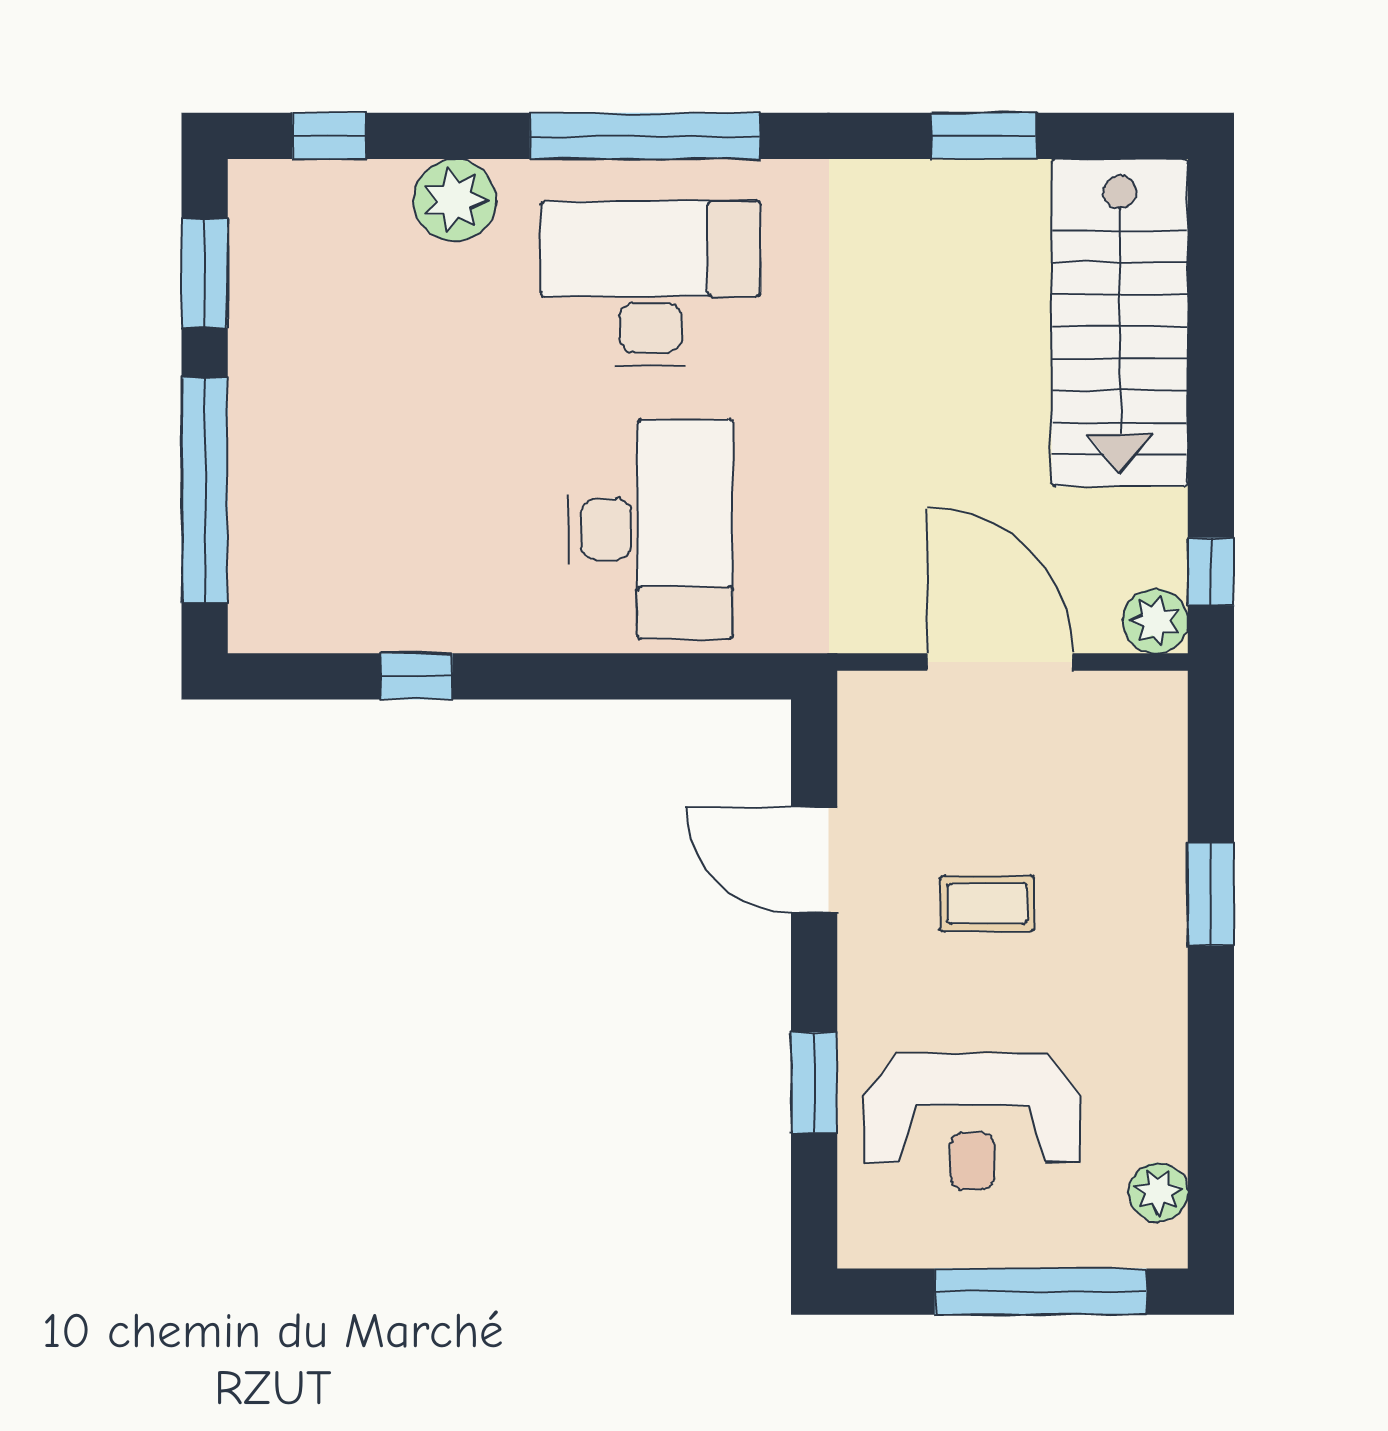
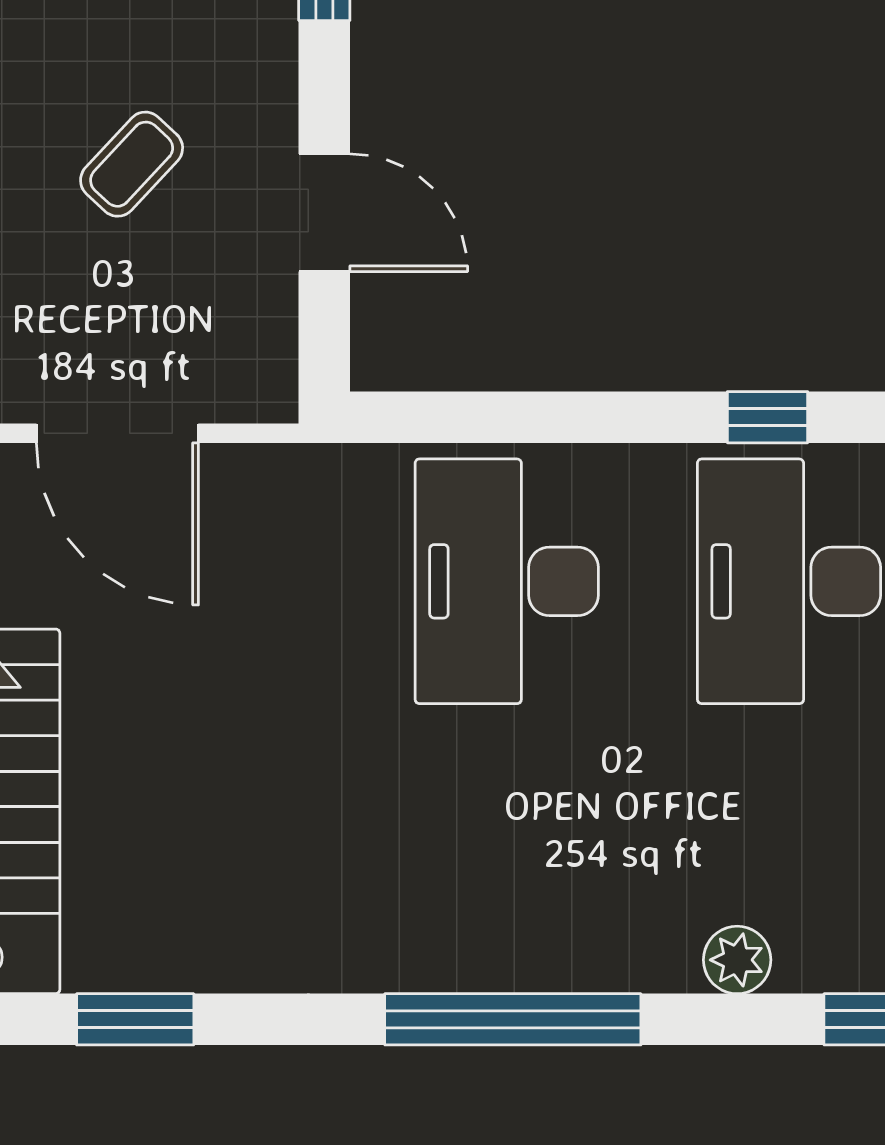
plant: (455, 200) -> (737, 960), width x0.73, depth x0.73
desk: (650, 283) -> (789, 581), moved, turned 90
coffee table: (987, 904) -> (132, 164), turned -47

